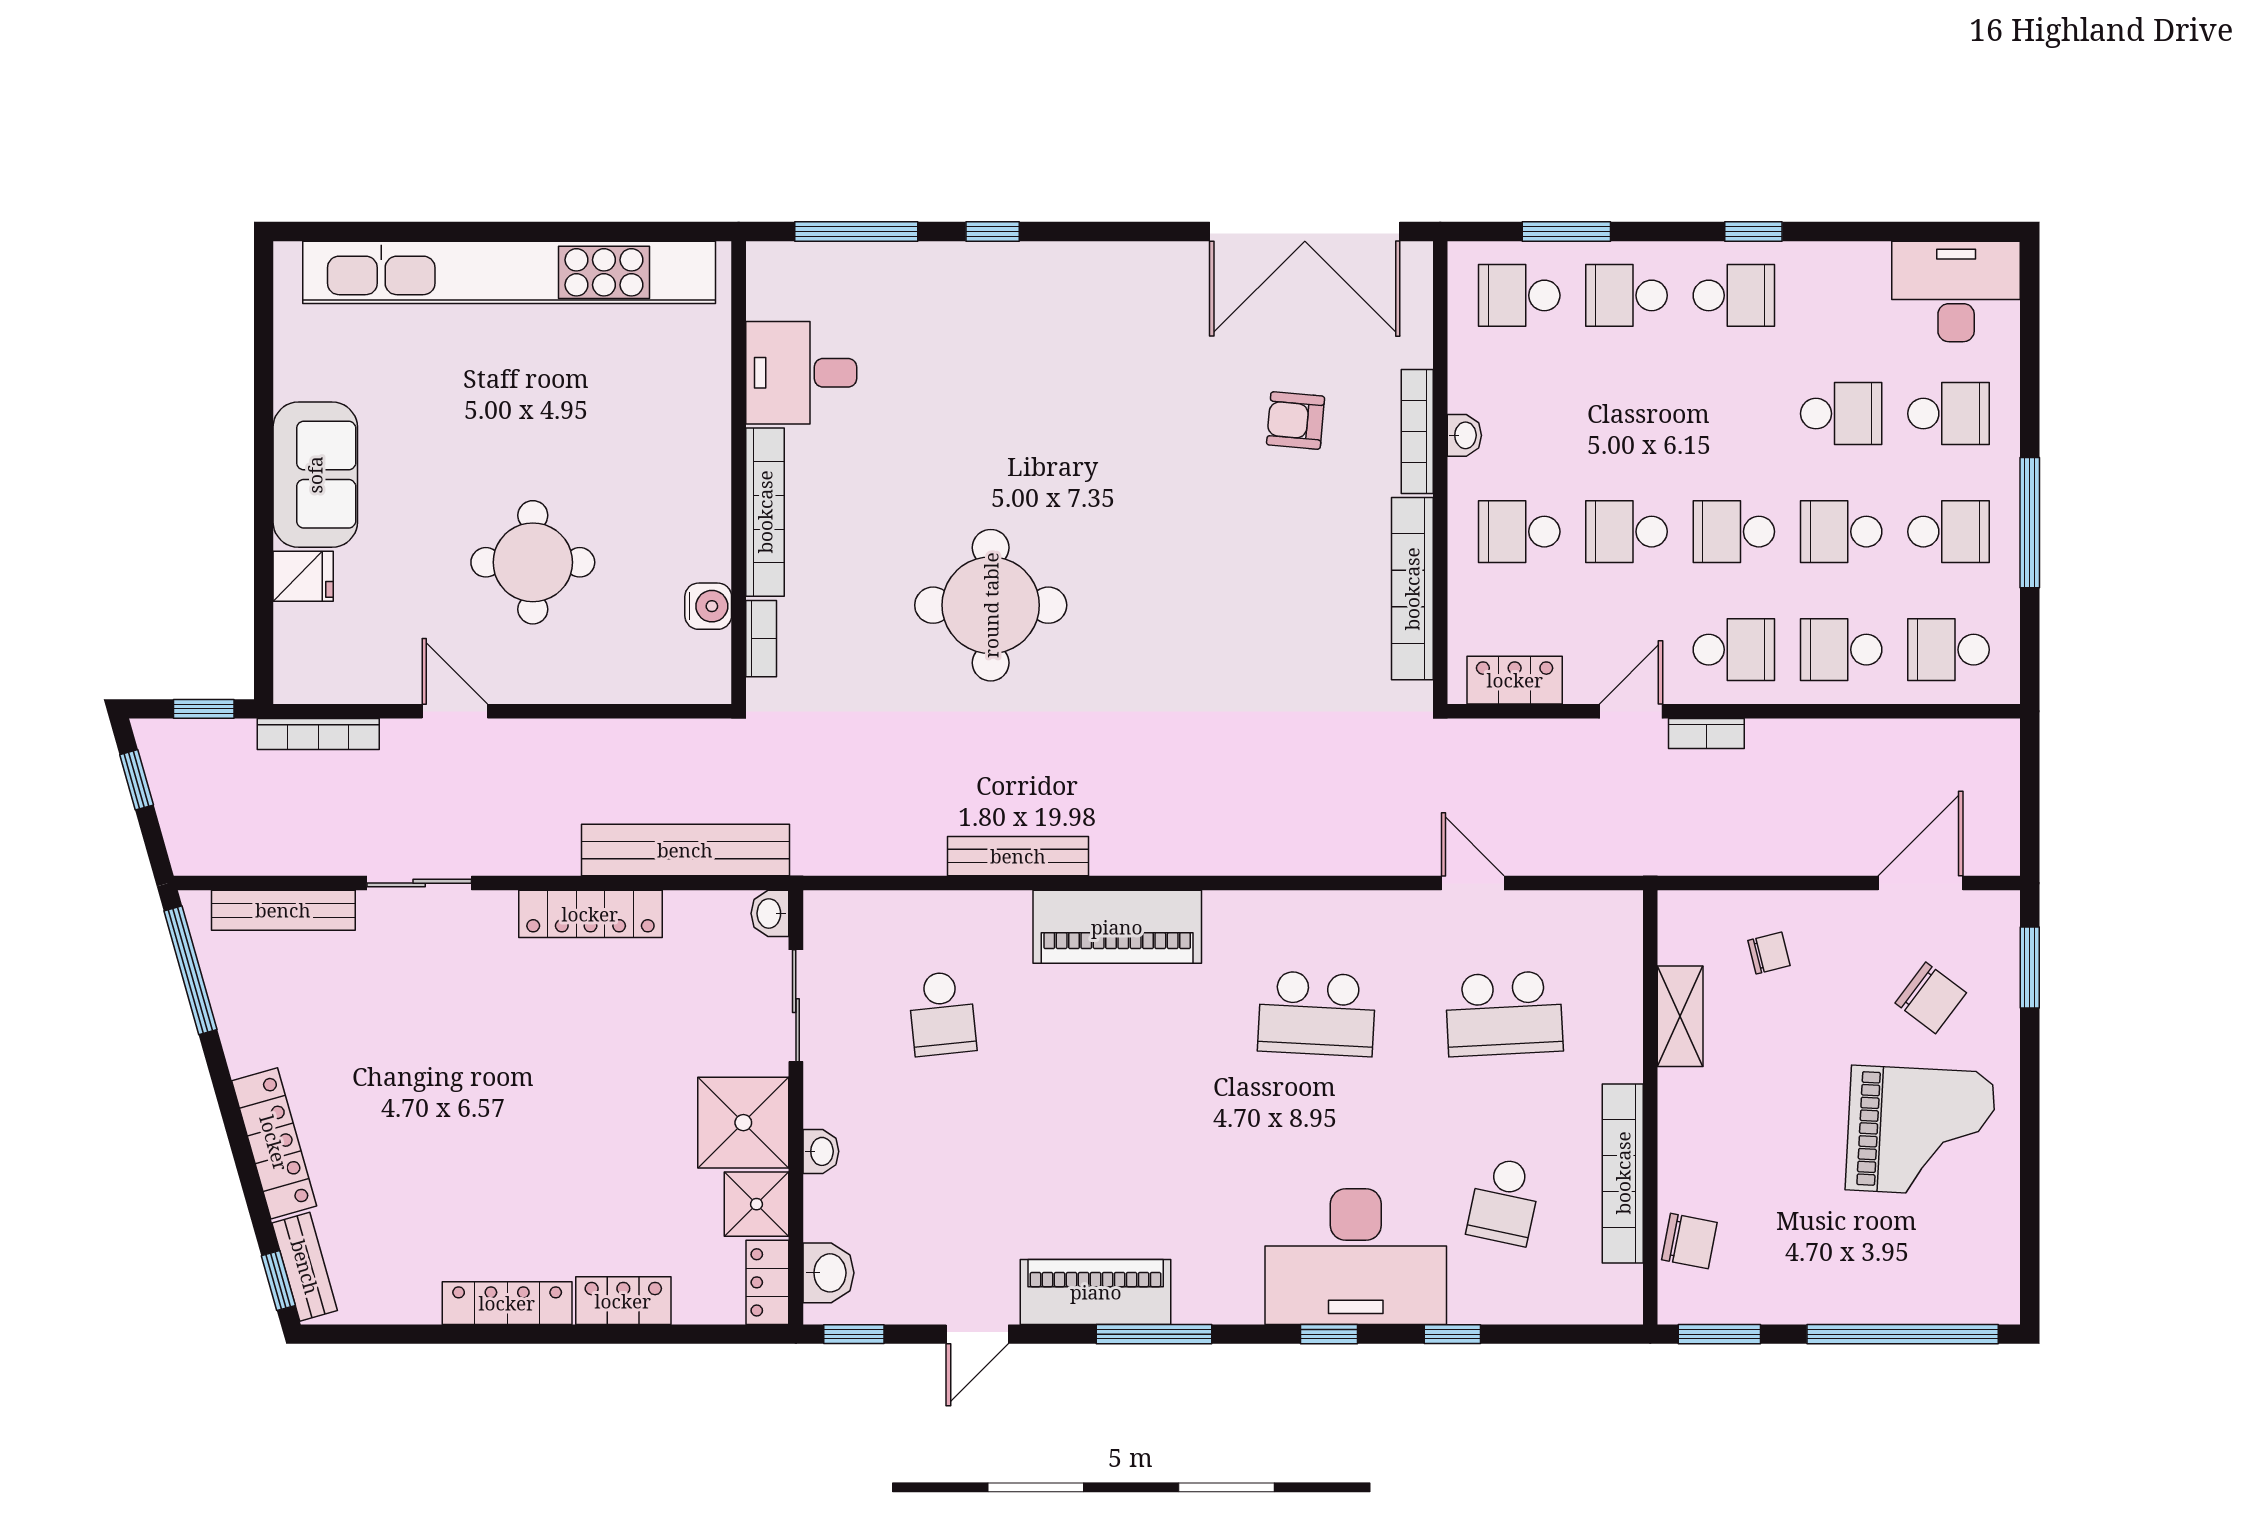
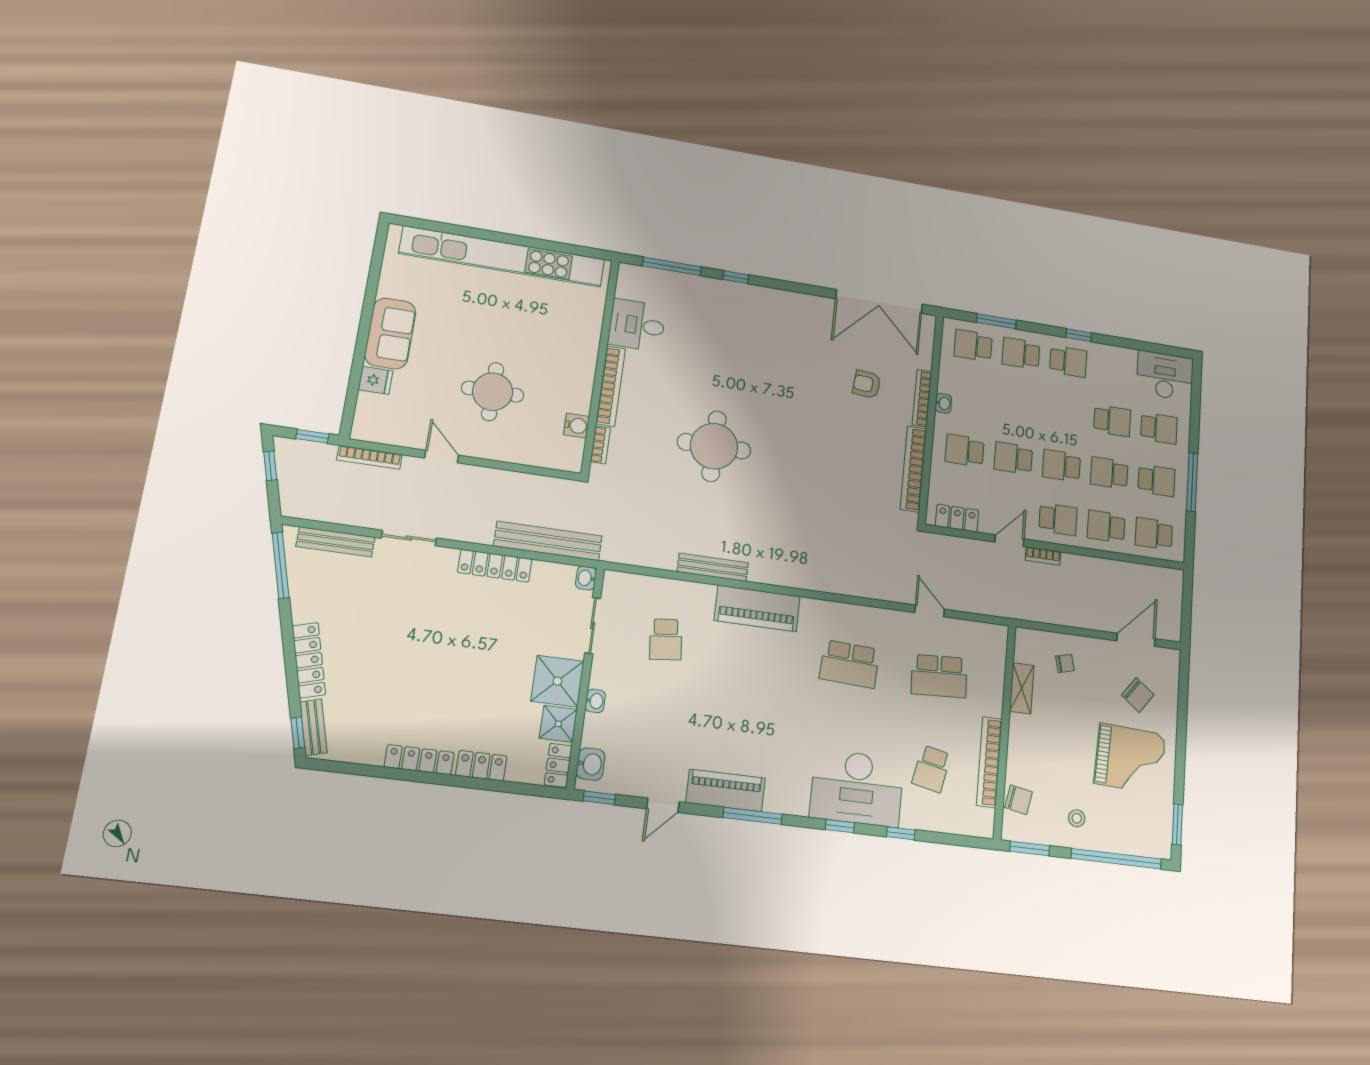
window: (2030, 968) -> (1177, 824), moved
stool: (1814, 1264) -> (1077, 818), added

